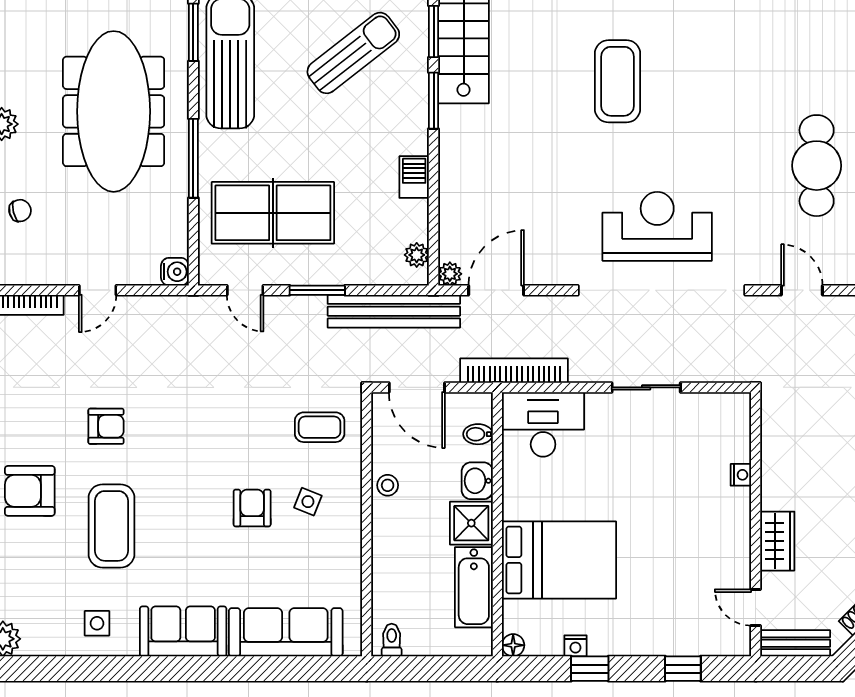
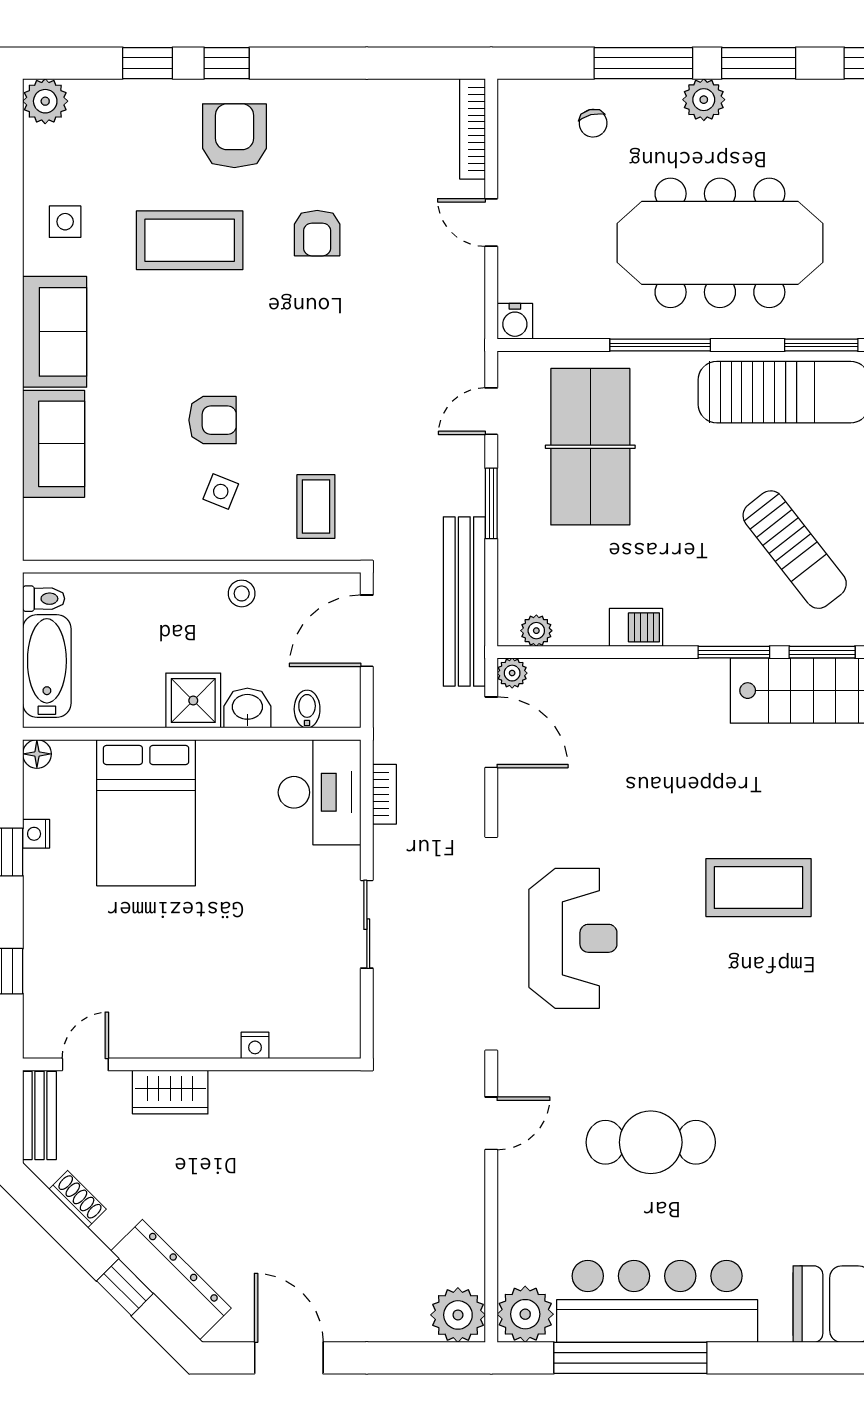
bookcase: (514, 371) -> (385, 794), width x0.43, depth x0.76
bathtub: (474, 587) -> (47, 666), moved, turned 90
sofa: (286, 632) -> (54, 444), width x0.73

